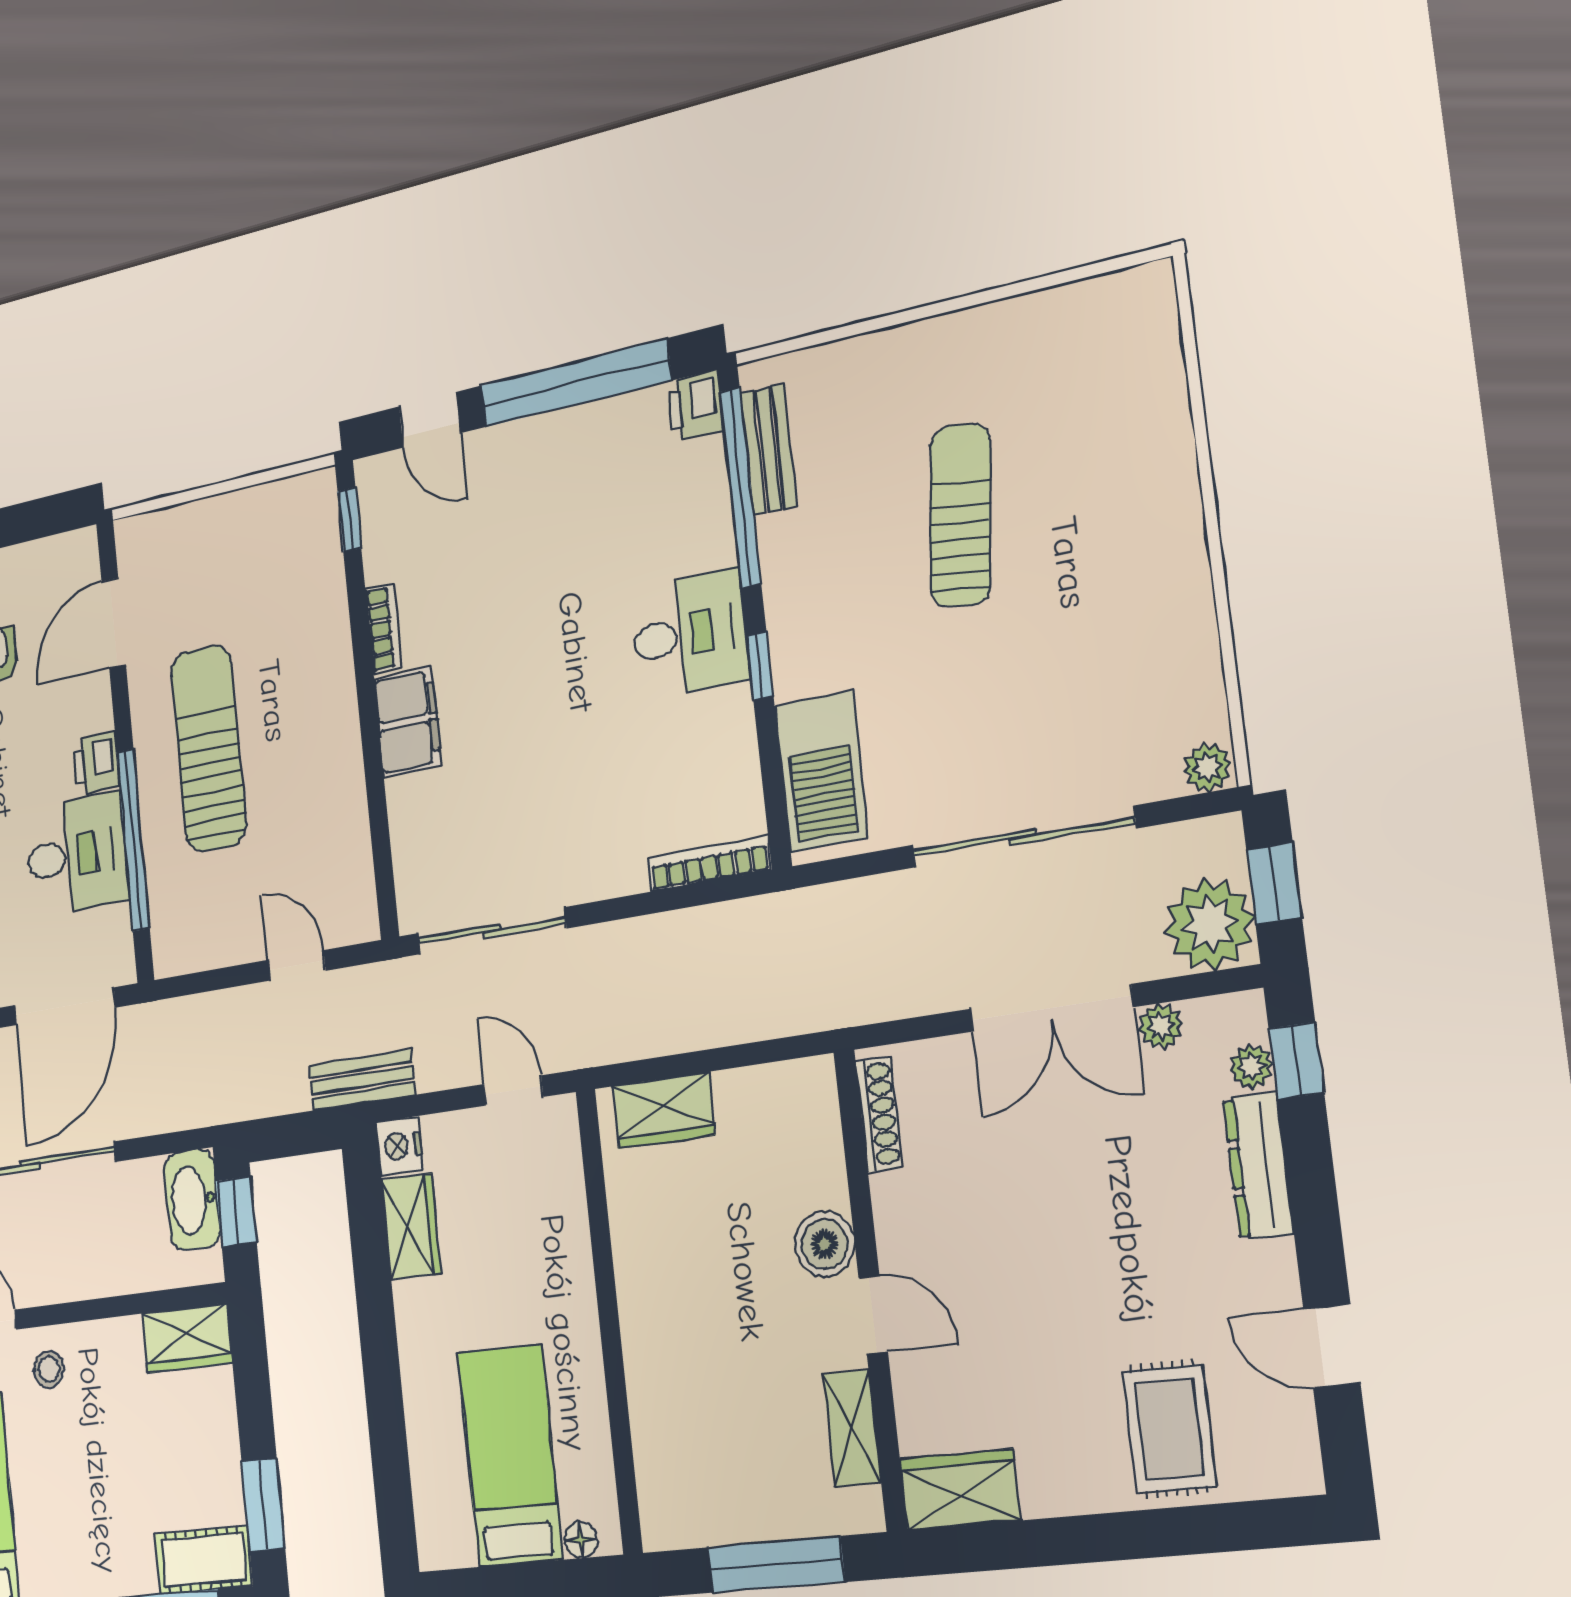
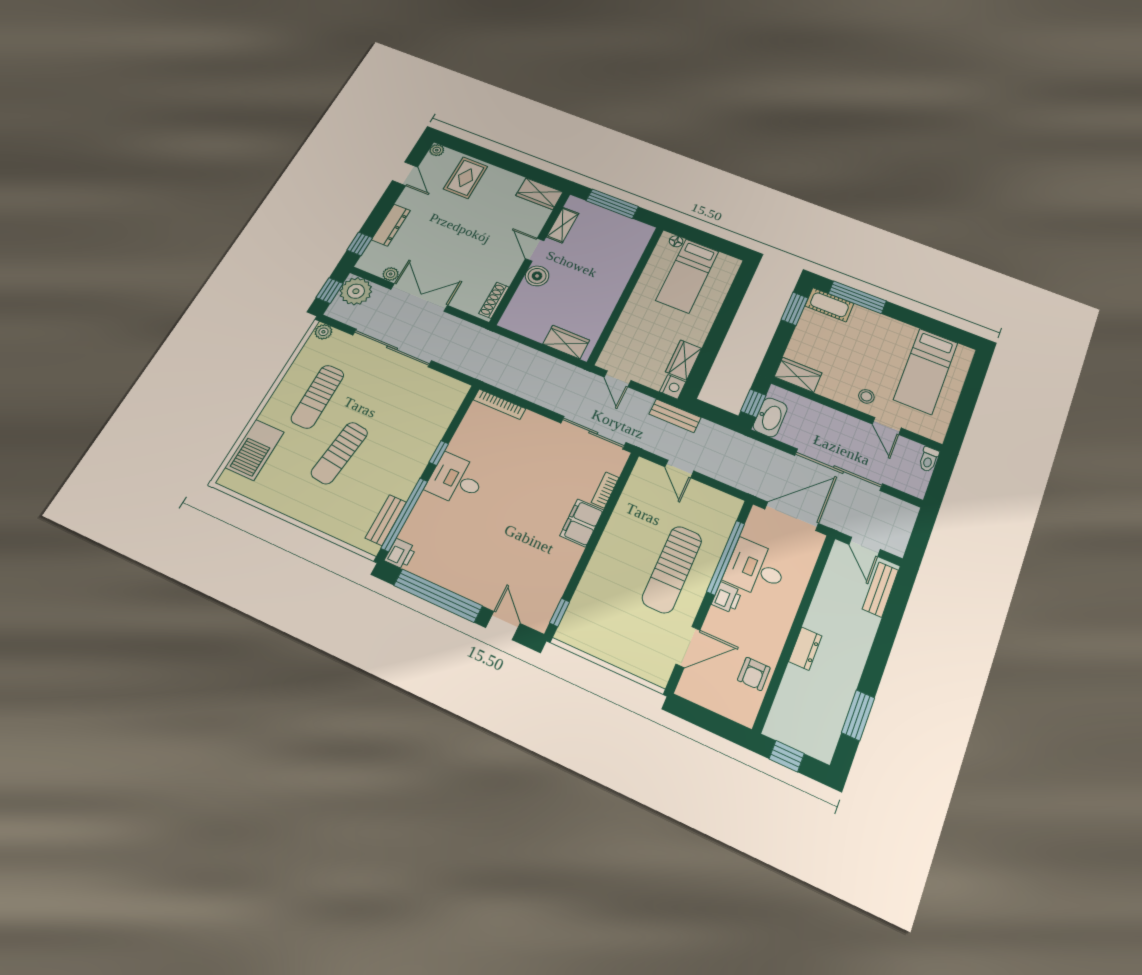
sun lounger: (1102, 604) -> (318, 397), added
bookcase: (384, 628) -> (605, 490), moved
barbecue: (821, 771) -> (255, 450), moved, turned 180
plant: (1251, 1067) -> (437, 150), moved

